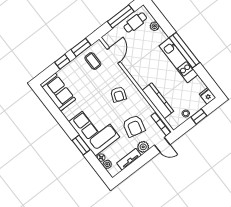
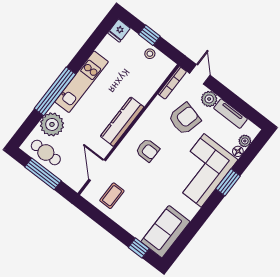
plant: (155, 26) -> (52, 124), width x1.87, depth x1.87
window: (81, 47) -> (98, 216), removed
window: (184, 50) -> (55, 91), moved
door: (114, 55) -> (97, 170), hinge flipped
window: (62, 62) -> (139, 248), moved
armchair: (118, 94) -> (148, 150), turned 69
kitchen counter: (158, 101) -> (122, 122), moved

